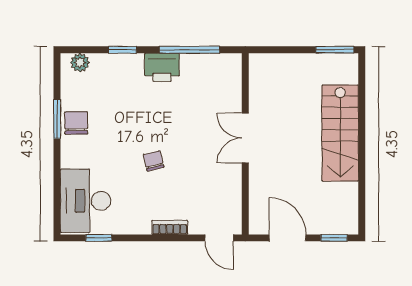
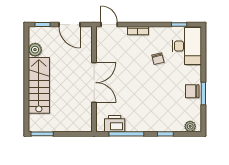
printer: (162, 67) -> (115, 124), moved
chair: (76, 123) -> (192, 91), turned 91
double door: (245, 138) -> (94, 83), width x1.37
chair: (154, 161) -> (158, 59), moved
plant: (347, 195) -> (35, 50), added

